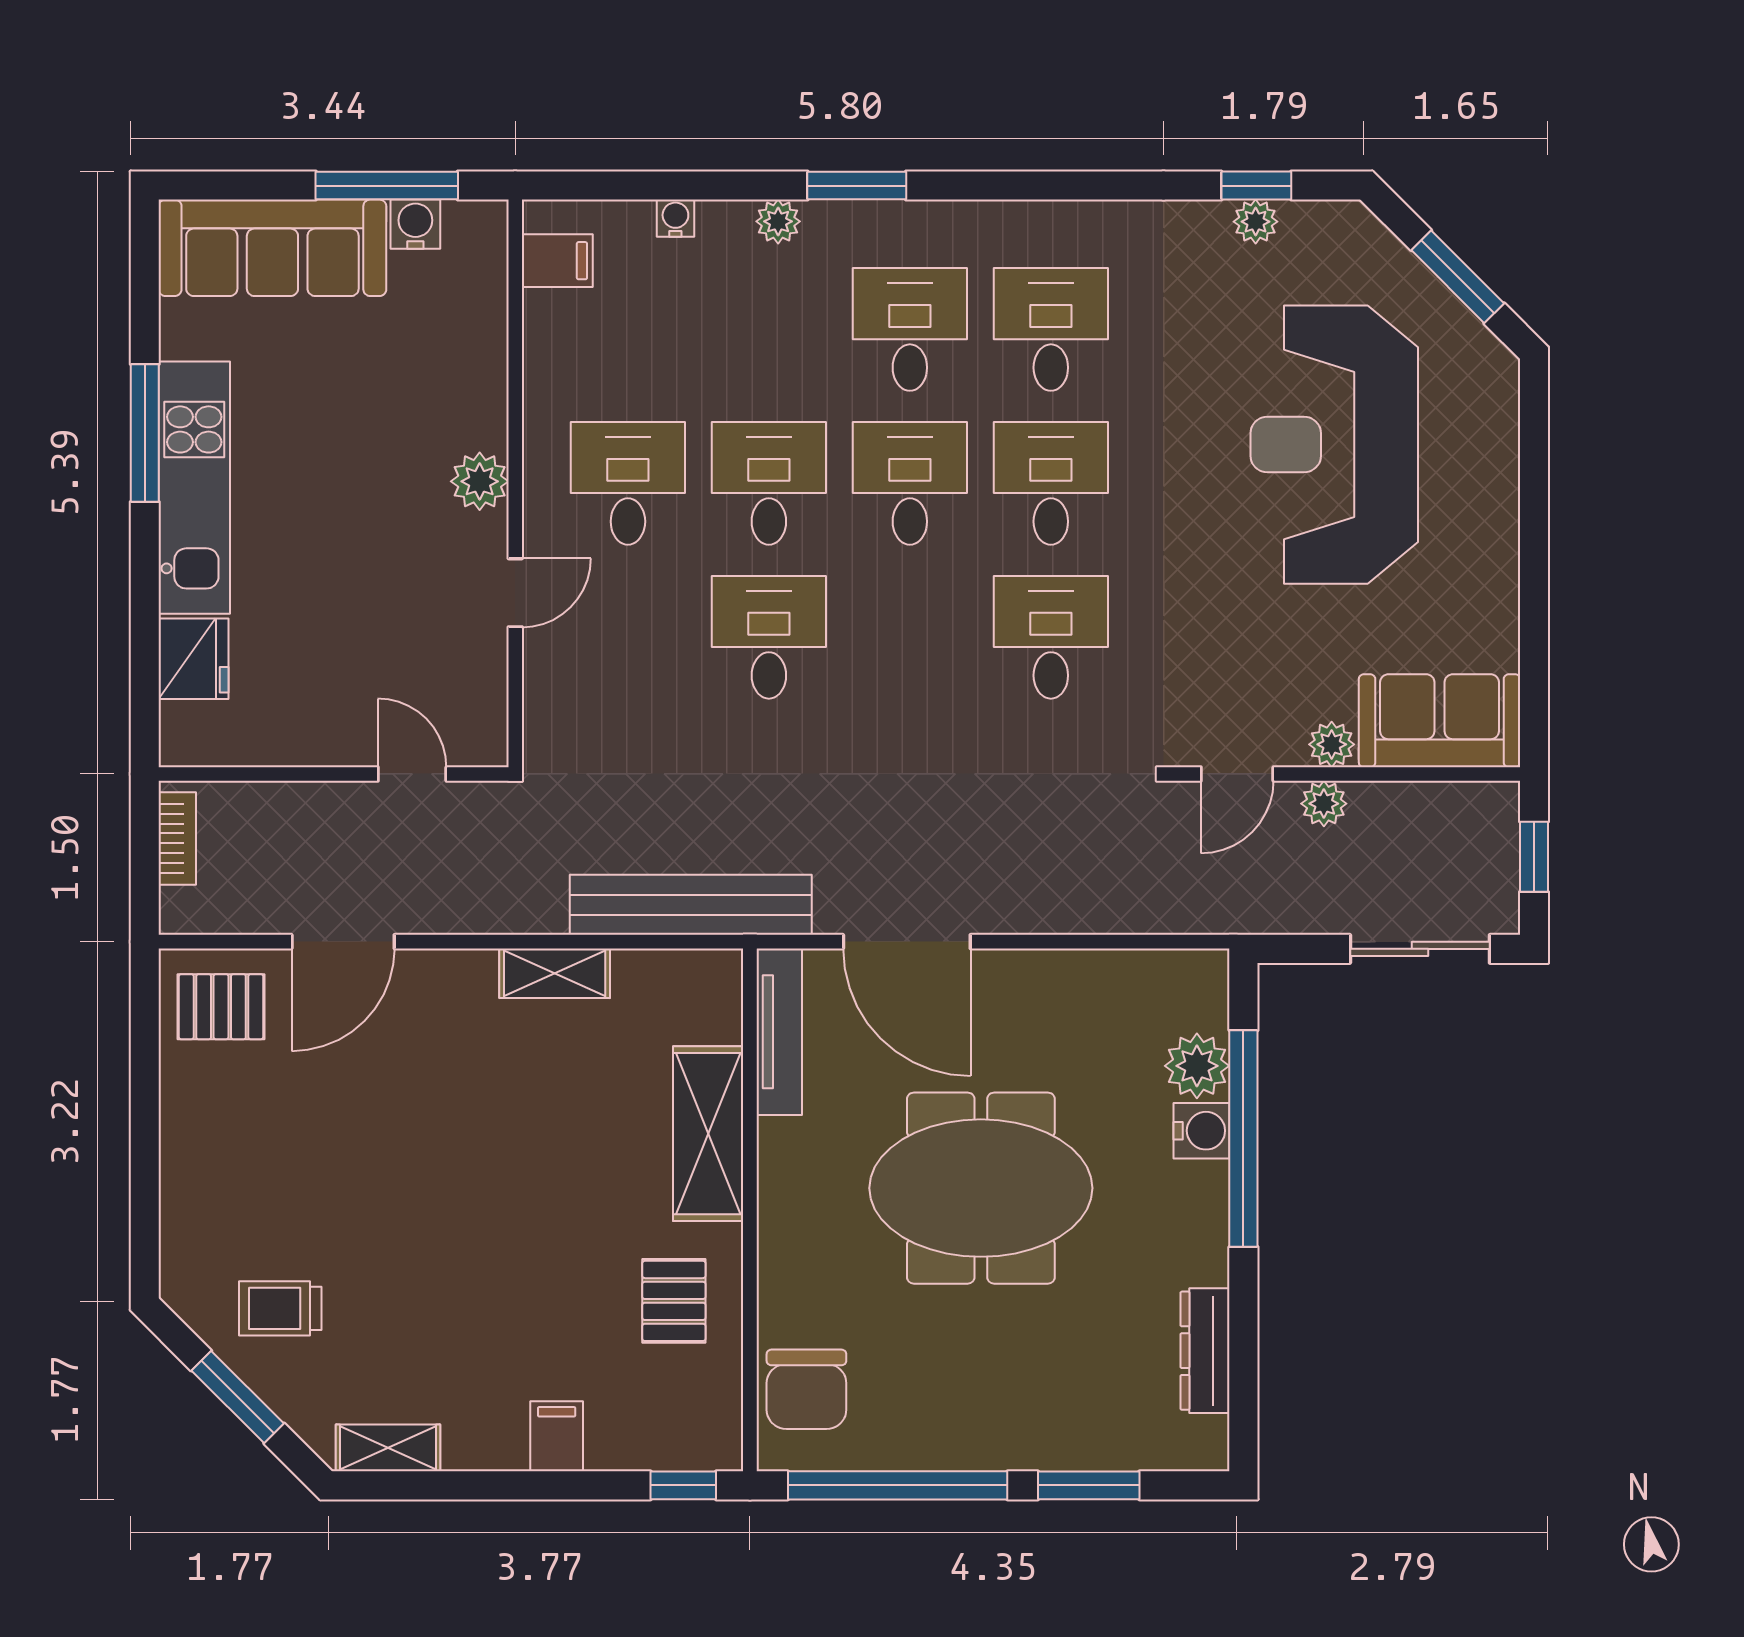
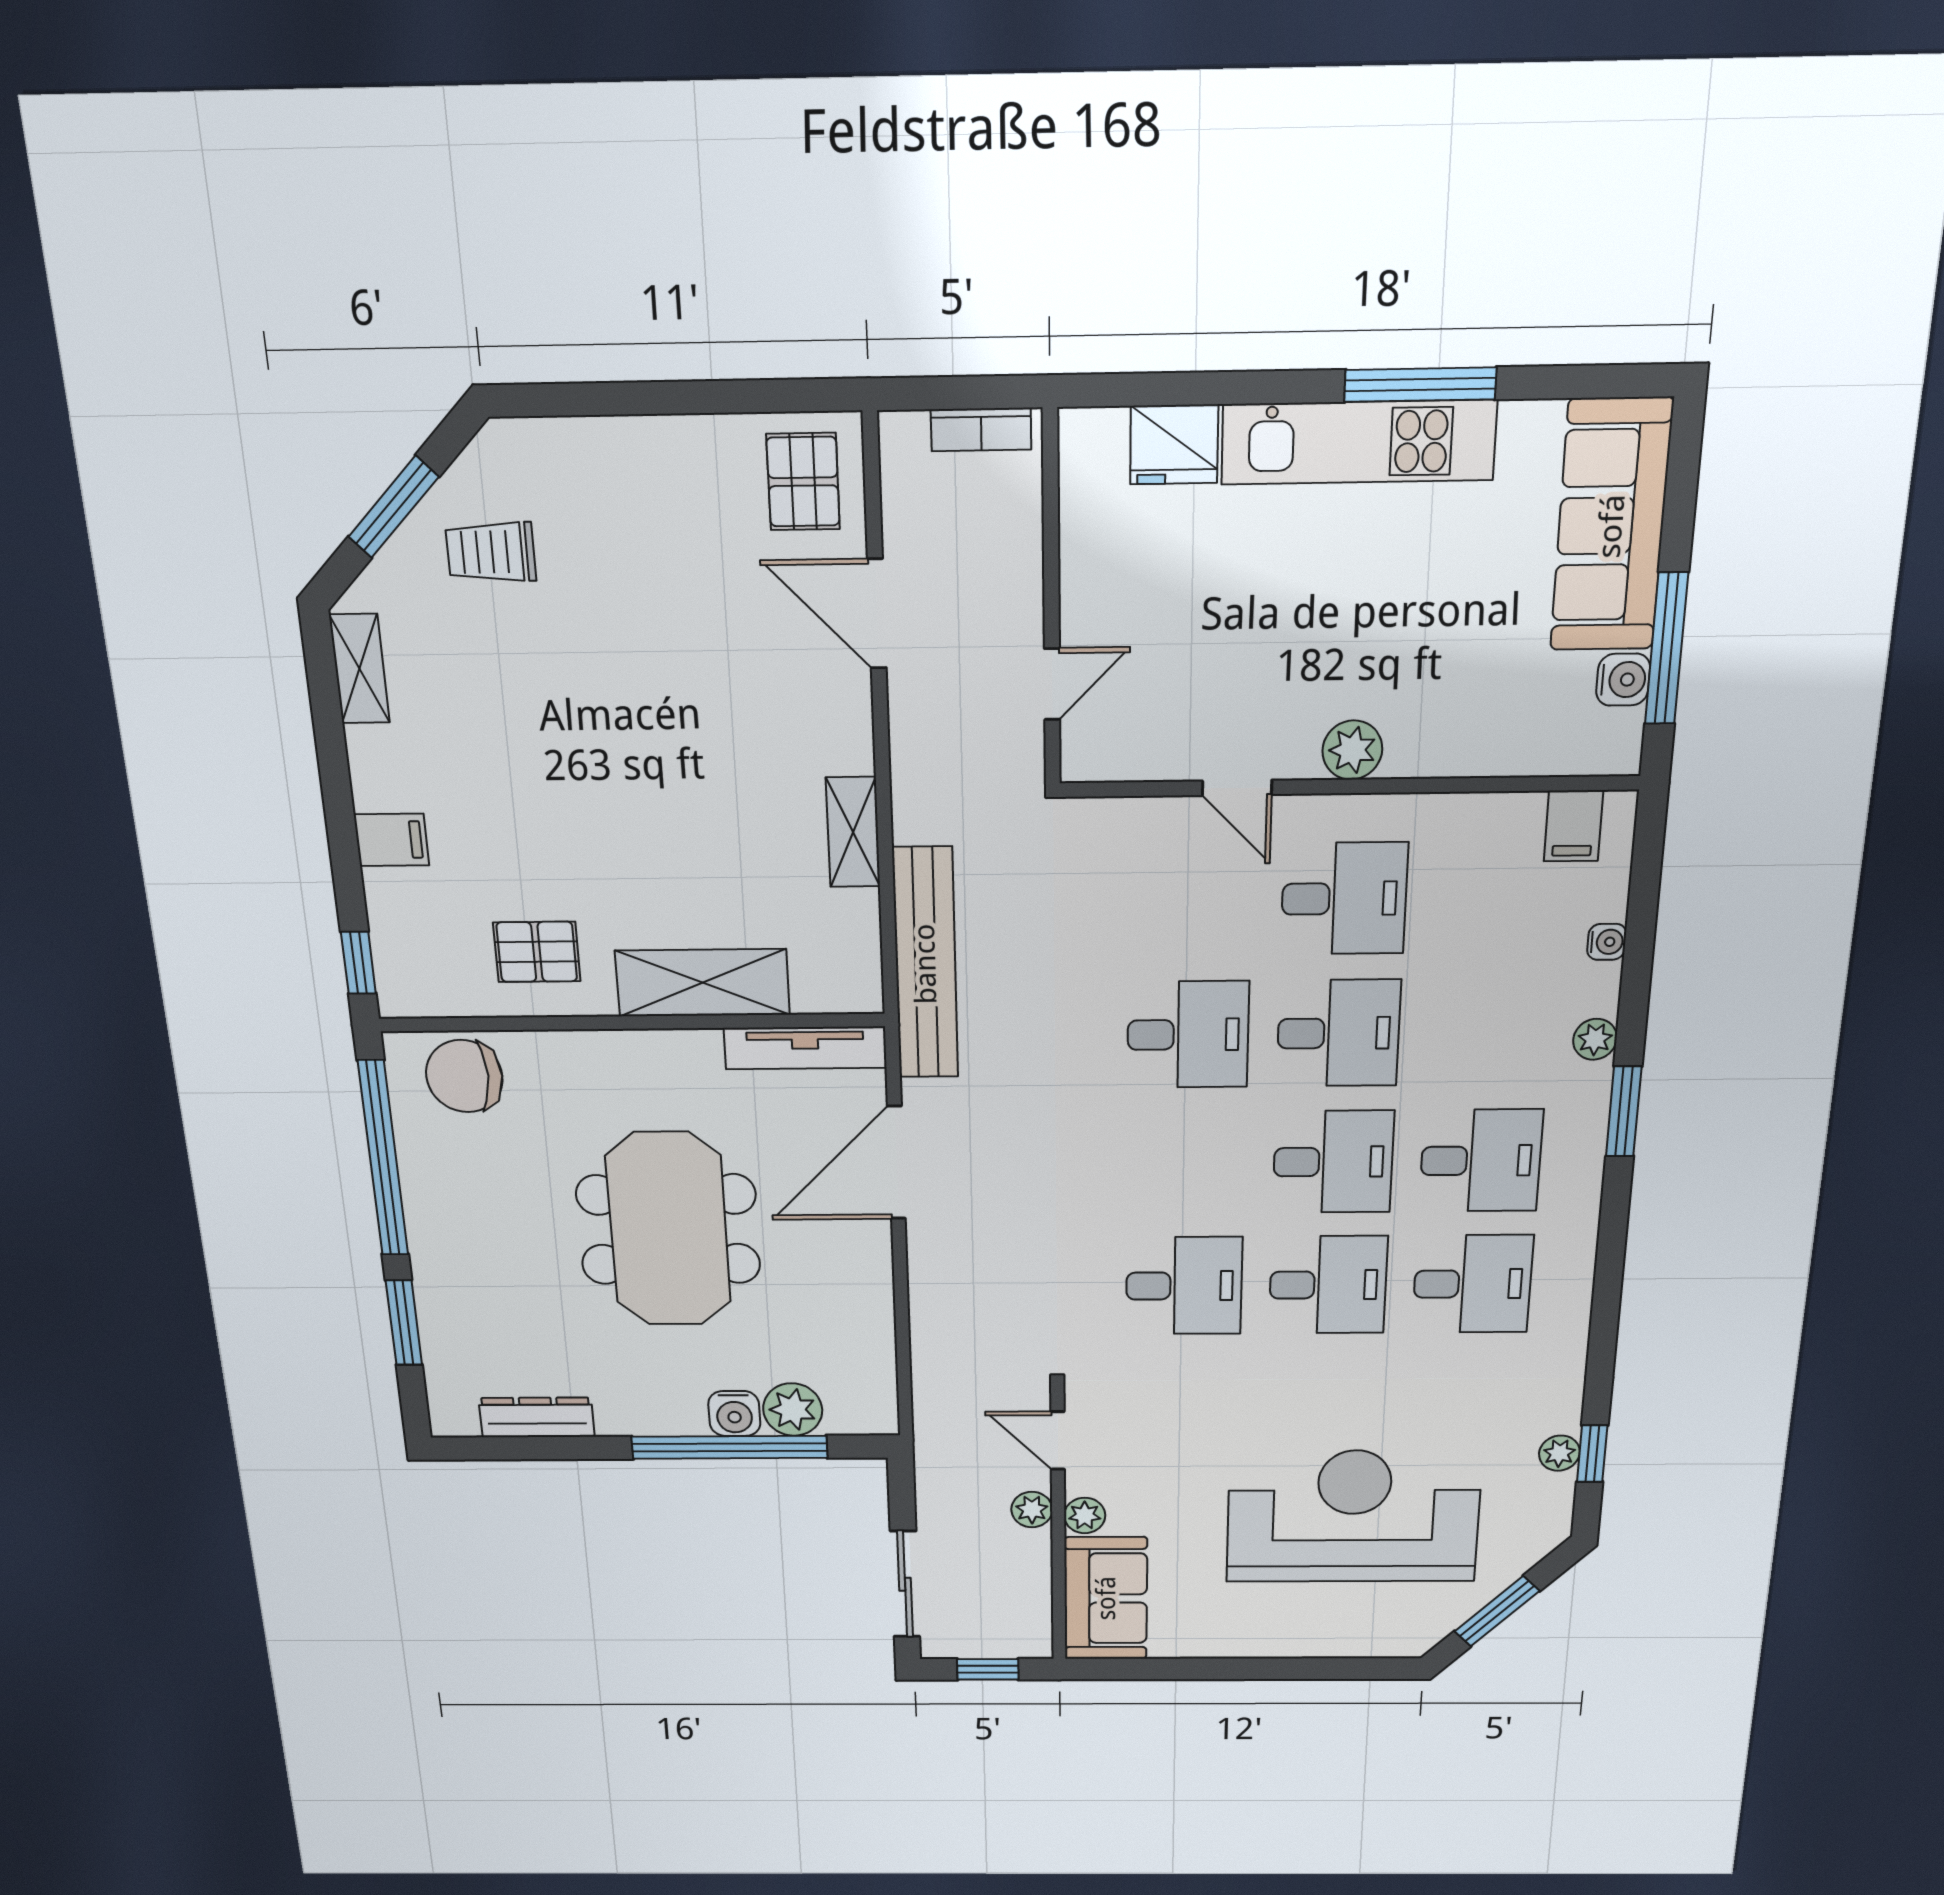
trolley: (280, 1308) -> (491, 552), turned -90

